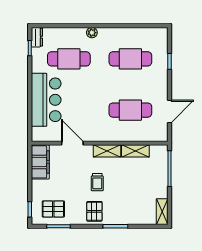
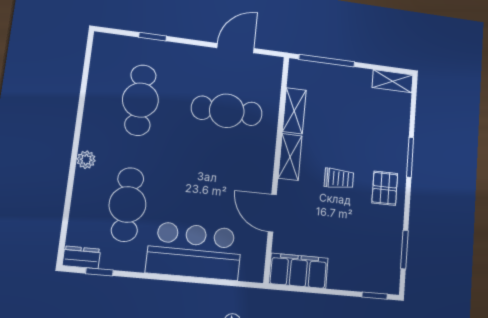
cafe table: (130, 110) -> (227, 111), turned 90
door: (170, 111) -> (236, 48), hinge flipped
door: (72, 143) -> (272, 213), hinge flipped
pallet: (53, 209) -> (377, 256), removed
pallet: (94, 211) -> (385, 188), turned 90

